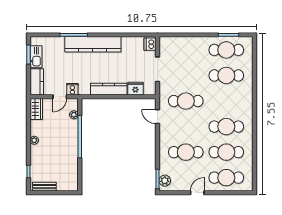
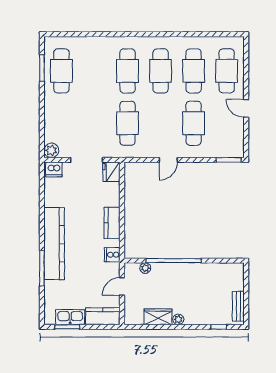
cafe table: (226, 75) -> (127, 71), moved
cooker: (72, 89) -> (112, 255), moved
kitchen counter: (109, 89) -> (112, 223), width x0.67
fridge: (135, 89) -> (111, 172), moved
door: (60, 97) -> (122, 286), swing flipped
wardrobe: (36, 109) -> (158, 317), moved
door: (158, 117) -> (168, 160), moved
plant: (165, 181) -> (51, 150), moved

